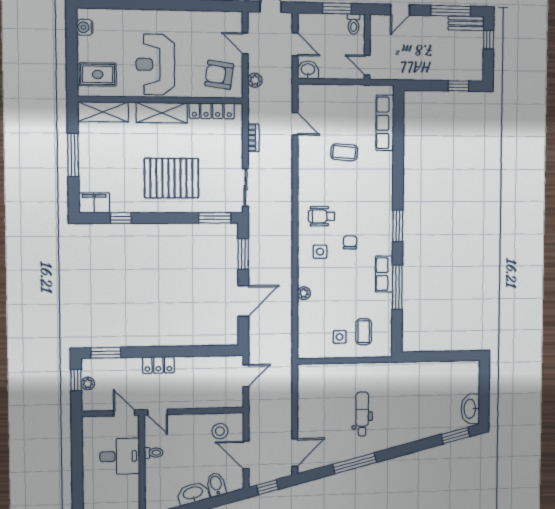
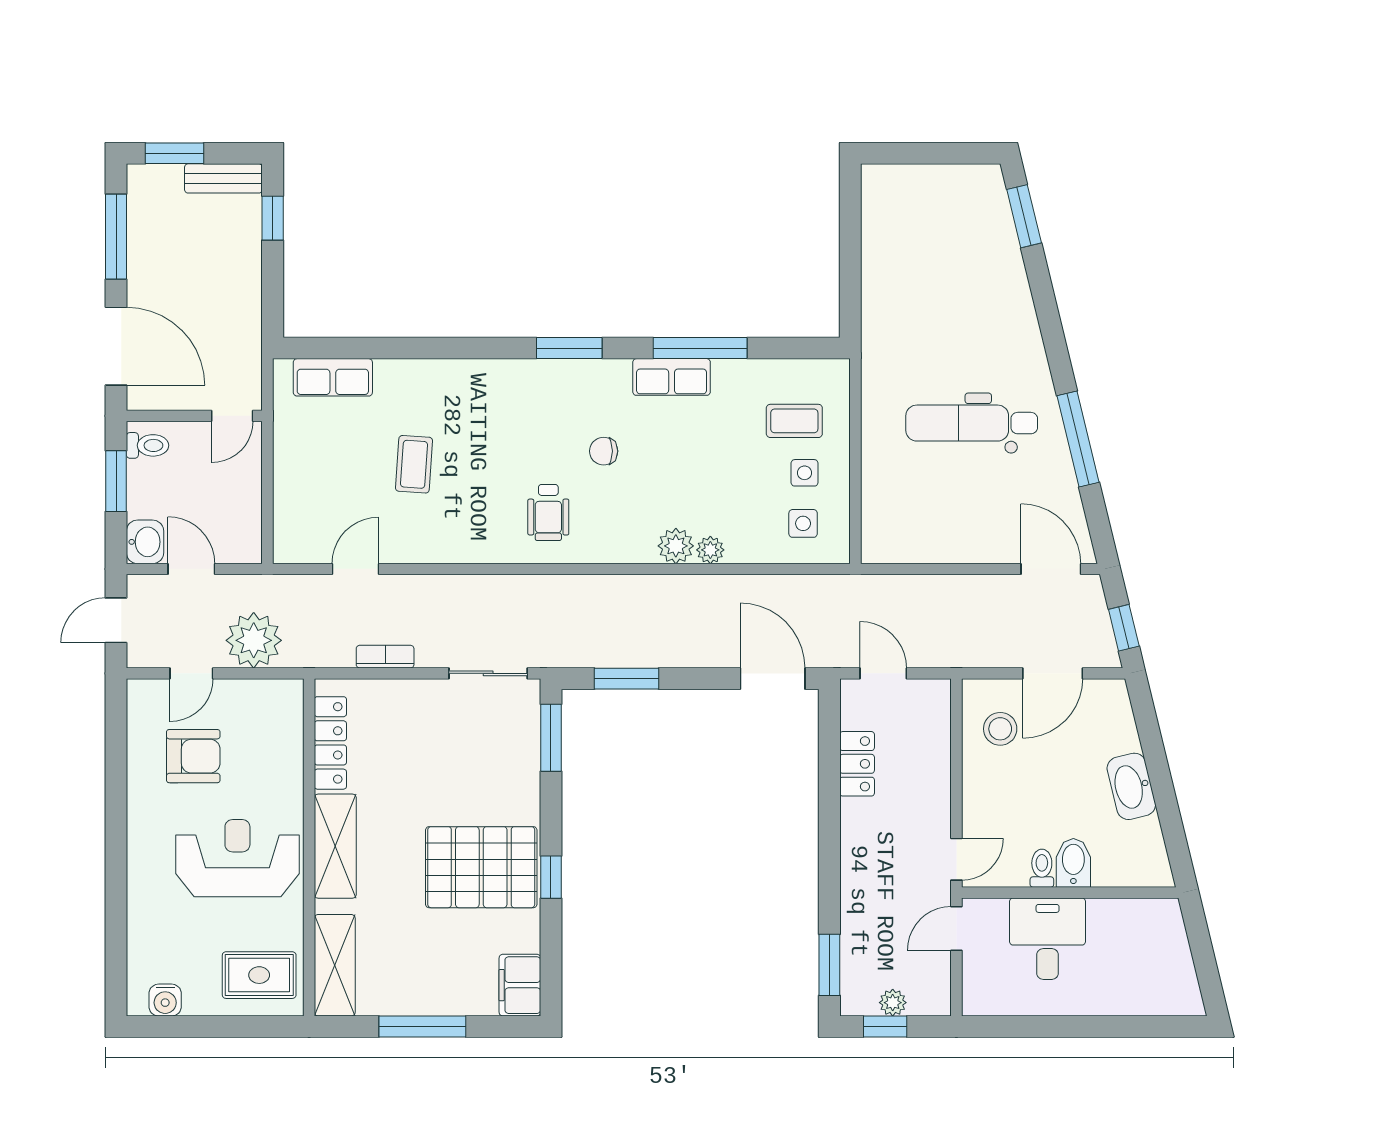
door: (400, 10) -> (116, 346), width x1.87
bench: (466, 23) -> (223, 178), moved, turned 90
window: (489, 40) -> (174, 153), width x1.50
door: (295, 44) -> (191, 569), hinge flipped
reception desk: (155, 65) -> (237, 858), turned 180
washbasin: (308, 70) -> (145, 542), moved, turned 180
rug: (98, 74) -> (259, 975), turned 90
armchair: (219, 75) -> (193, 756), moved, turned -98
plant: (255, 80) -> (254, 640), width x1.88, depth x1.88
row of seats: (385, 123) -> (333, 377), width x0.68
pallet: (171, 178) -> (481, 867), moved, turned 90
window: (121, 218) -> (551, 877), moved
side table: (320, 252) -> (803, 523), moved
plant: (306, 277) -> (676, 546), added
door: (243, 301) -> (773, 679), moved
locker: (158, 365) -> (857, 764), moved
washbasin: (470, 409) -> (966, 184), removed
dental chair: (362, 414) -> (972, 423), width x1.36, depth x1.38
bidet: (216, 485) -> (1073, 863), moved, turned 104

